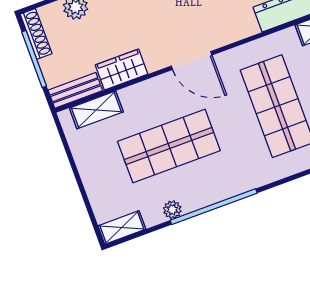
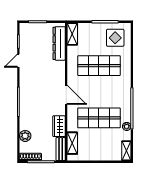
door: (192, 61) -> (66, 95), hinge flipped
shop shelf: (169, 146) -> (99, 118), turned 90

